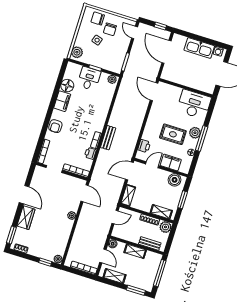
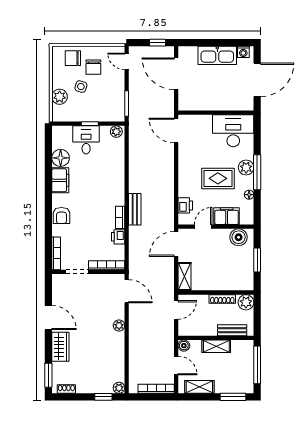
plant: (77, 52) -> (60, 97), moved
shelving: (161, 212) -> (234, 284), removed

